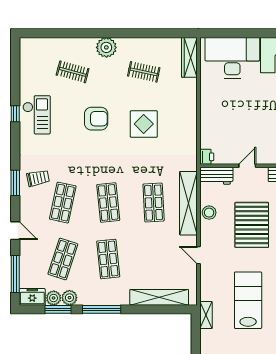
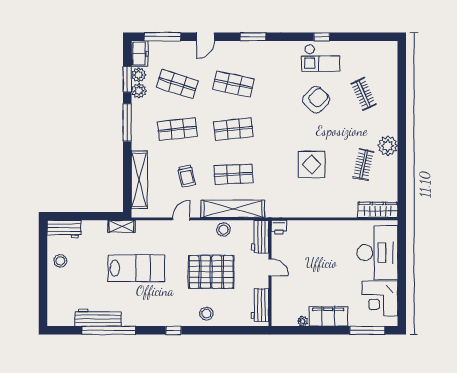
plant: (106, 47) -> (388, 146), moved
clothes rail: (73, 72) -> (363, 94), turned -39
armchair: (96, 119) -> (316, 100), moved, turned -136
trolley: (38, 178) -> (187, 176), moved

